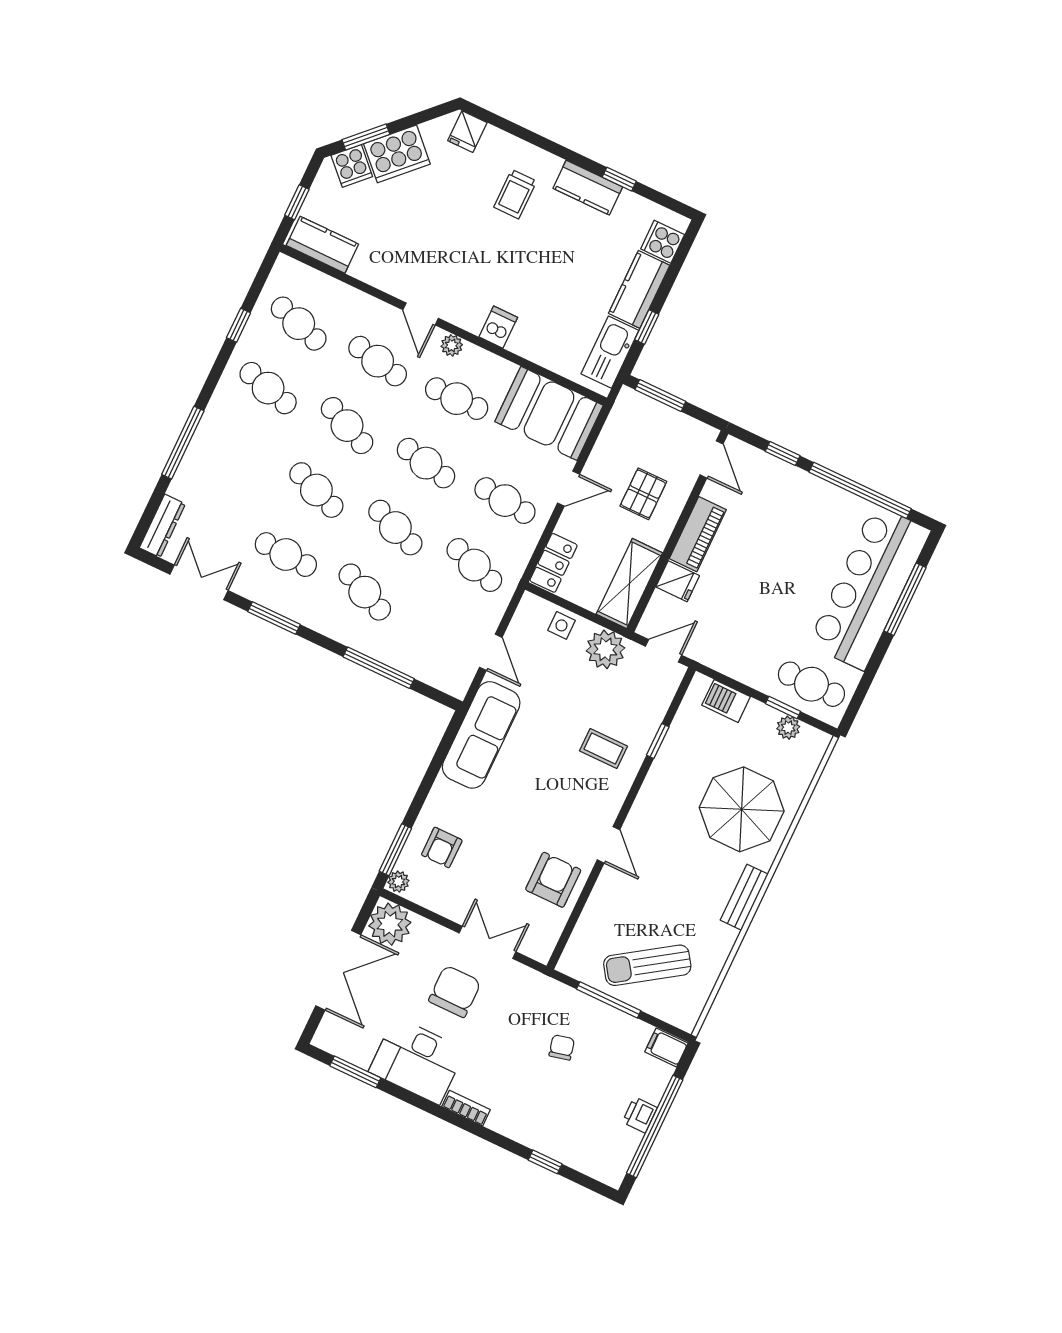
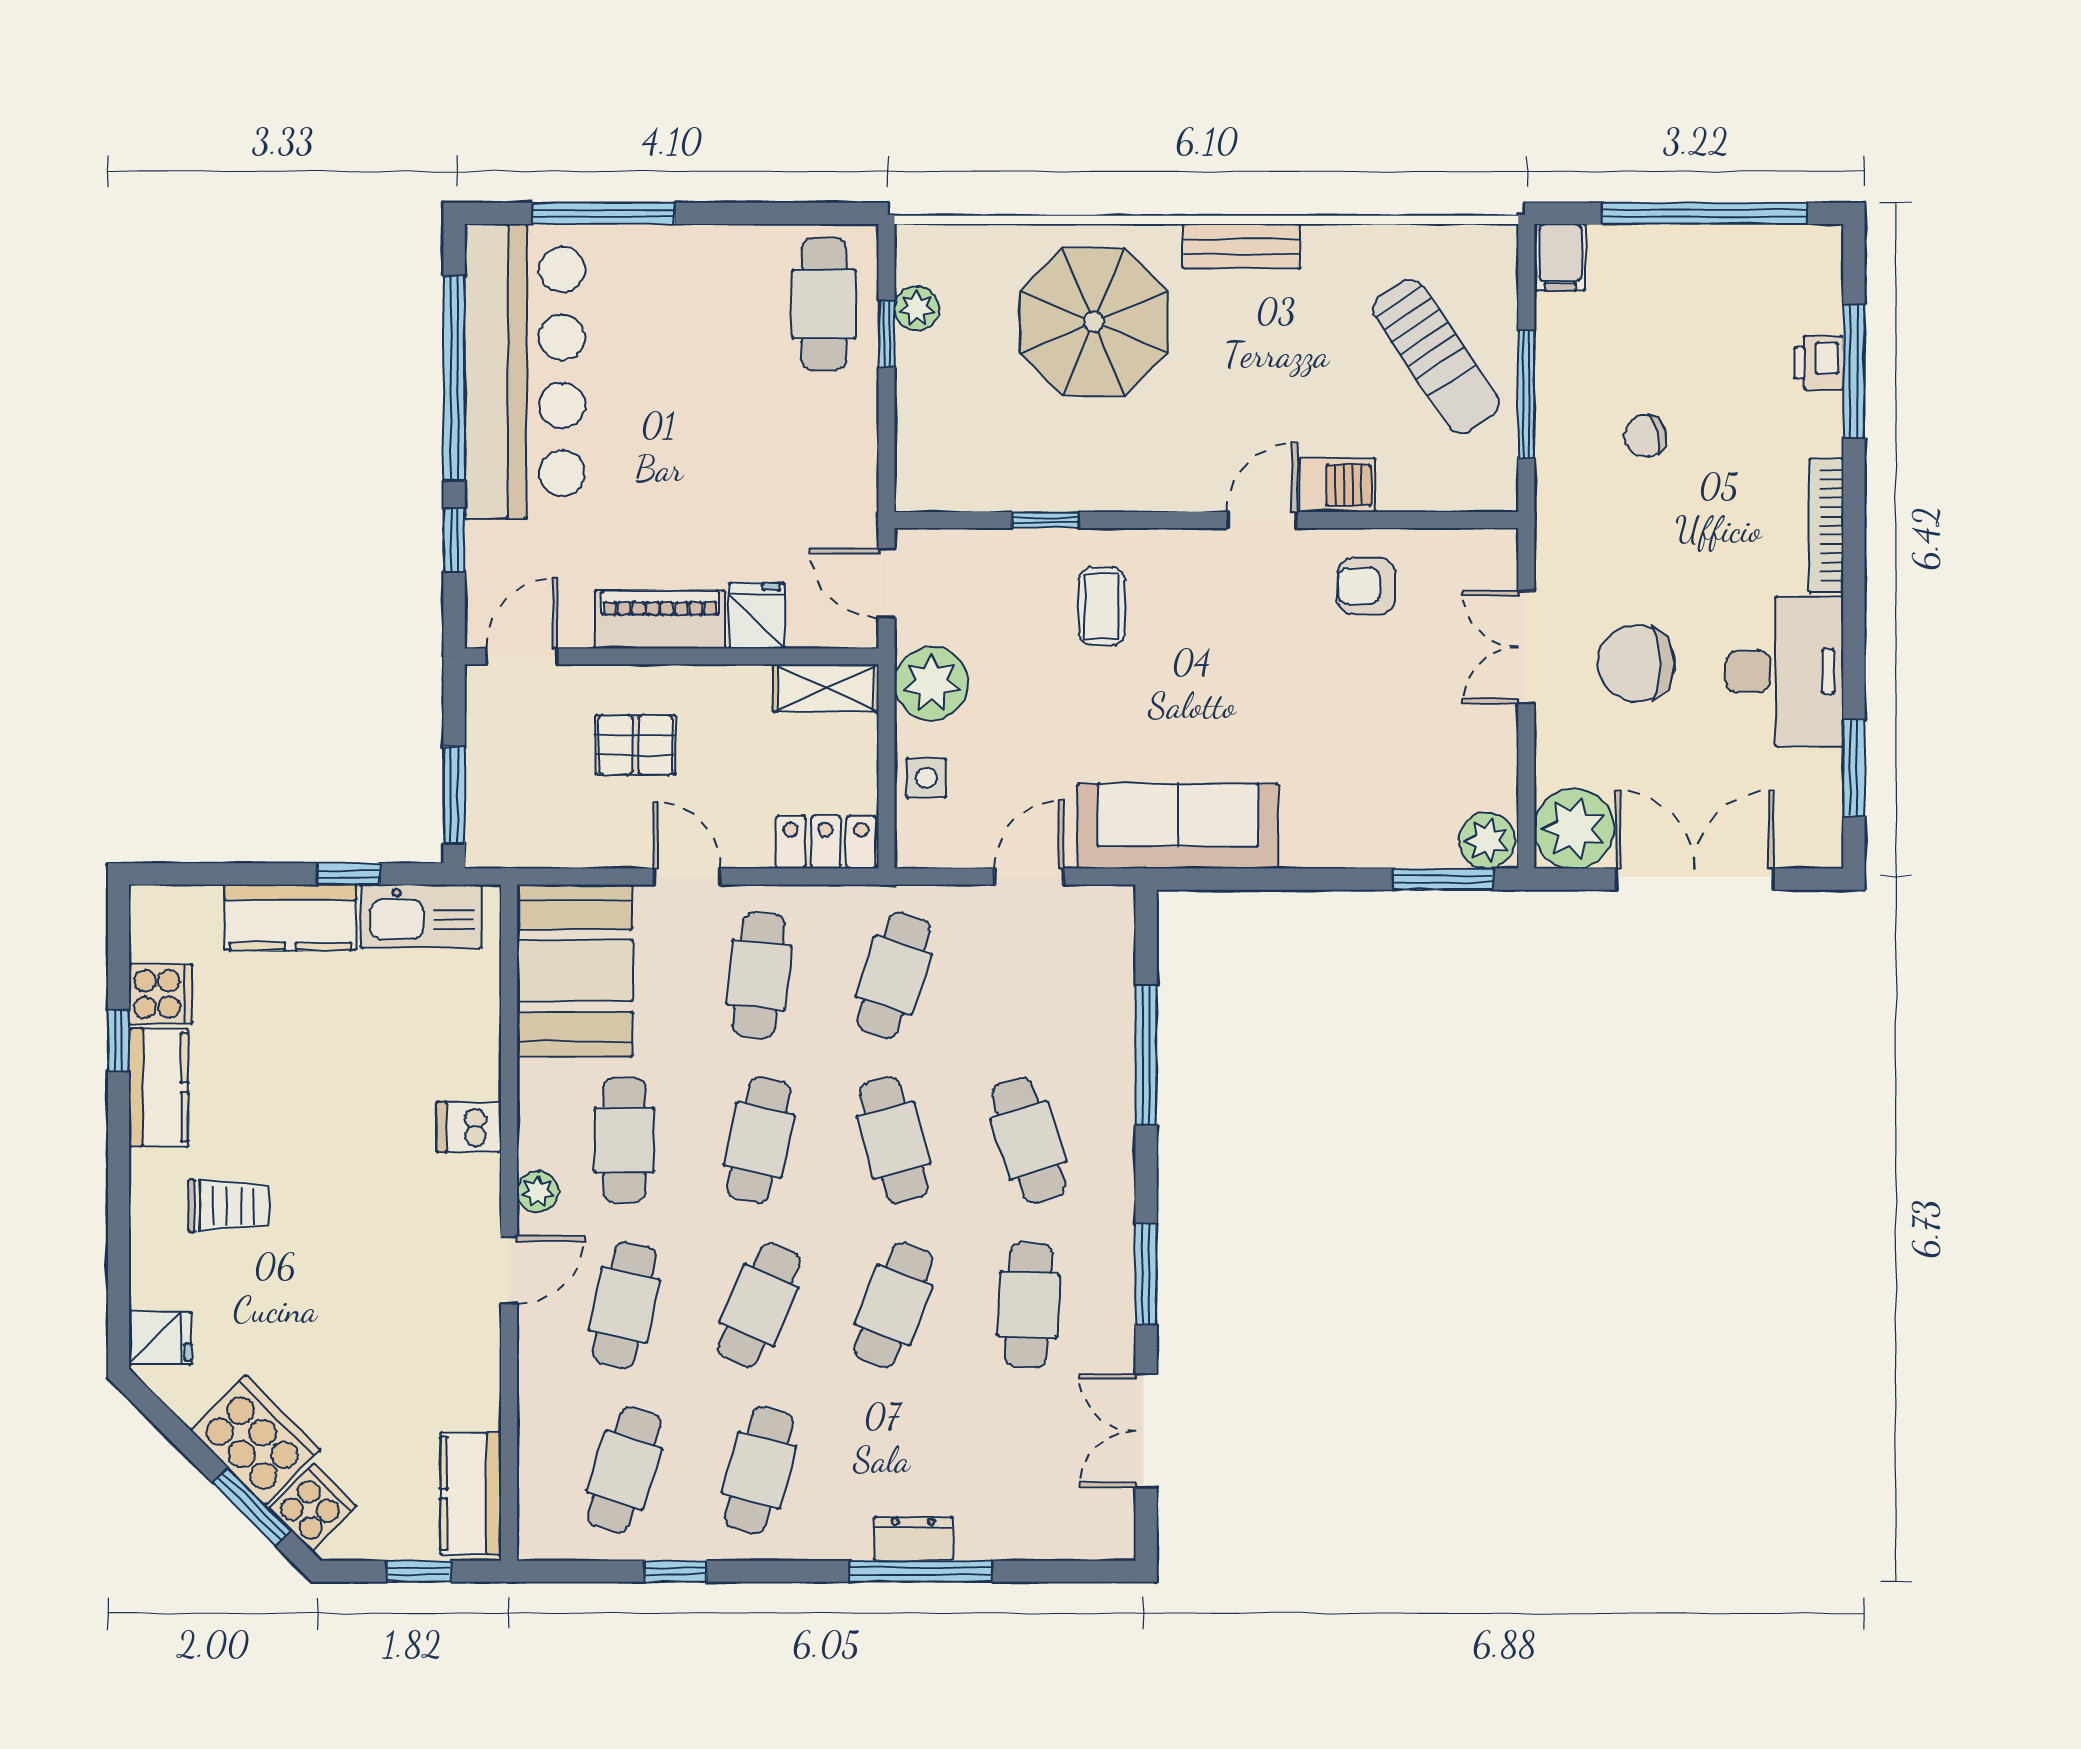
cooker: (663, 242) -> (161, 994), moved, turned -90
dresser: (162, 526) -> (913, 1539), moved, width x0.70
cafe table: (395, 528) -> (894, 1140), turned -36
shelving: (629, 583) -> (826, 688), width x0.67, depth x0.75
bar counter: (869, 587) -> (525, 371), moved, turned -90
cafe table: (365, 592) -> (1028, 1140), turned -42
barbecue: (726, 701) -> (1337, 485), moved, turned -90
armchair: (442, 847) -> (1401, 802), removed
armchair: (553, 880) -> (1366, 586), width x0.72, depth x0.72
plant: (398, 882) -> (1487, 841), width x1.38, depth x1.38
bookcase: (466, 1108) -> (1826, 526), width x1.56
printer: (640, 1115) -> (1819, 363), moved, turned 90
window: (545, 1162) -> (1854, 371), width x2.17

